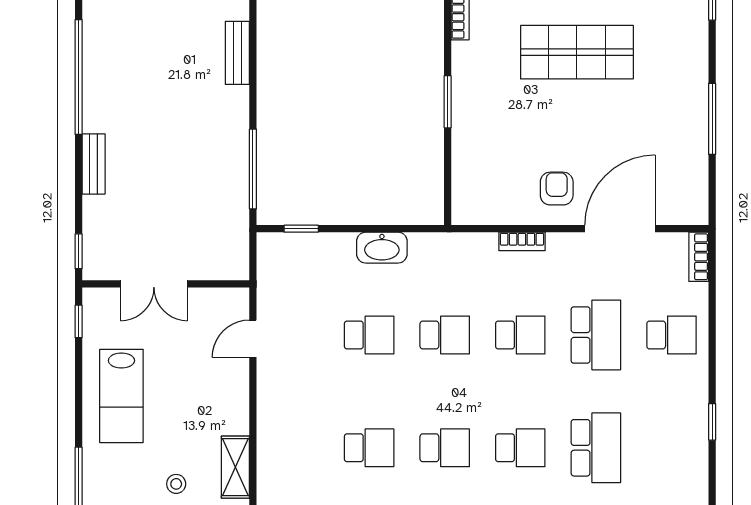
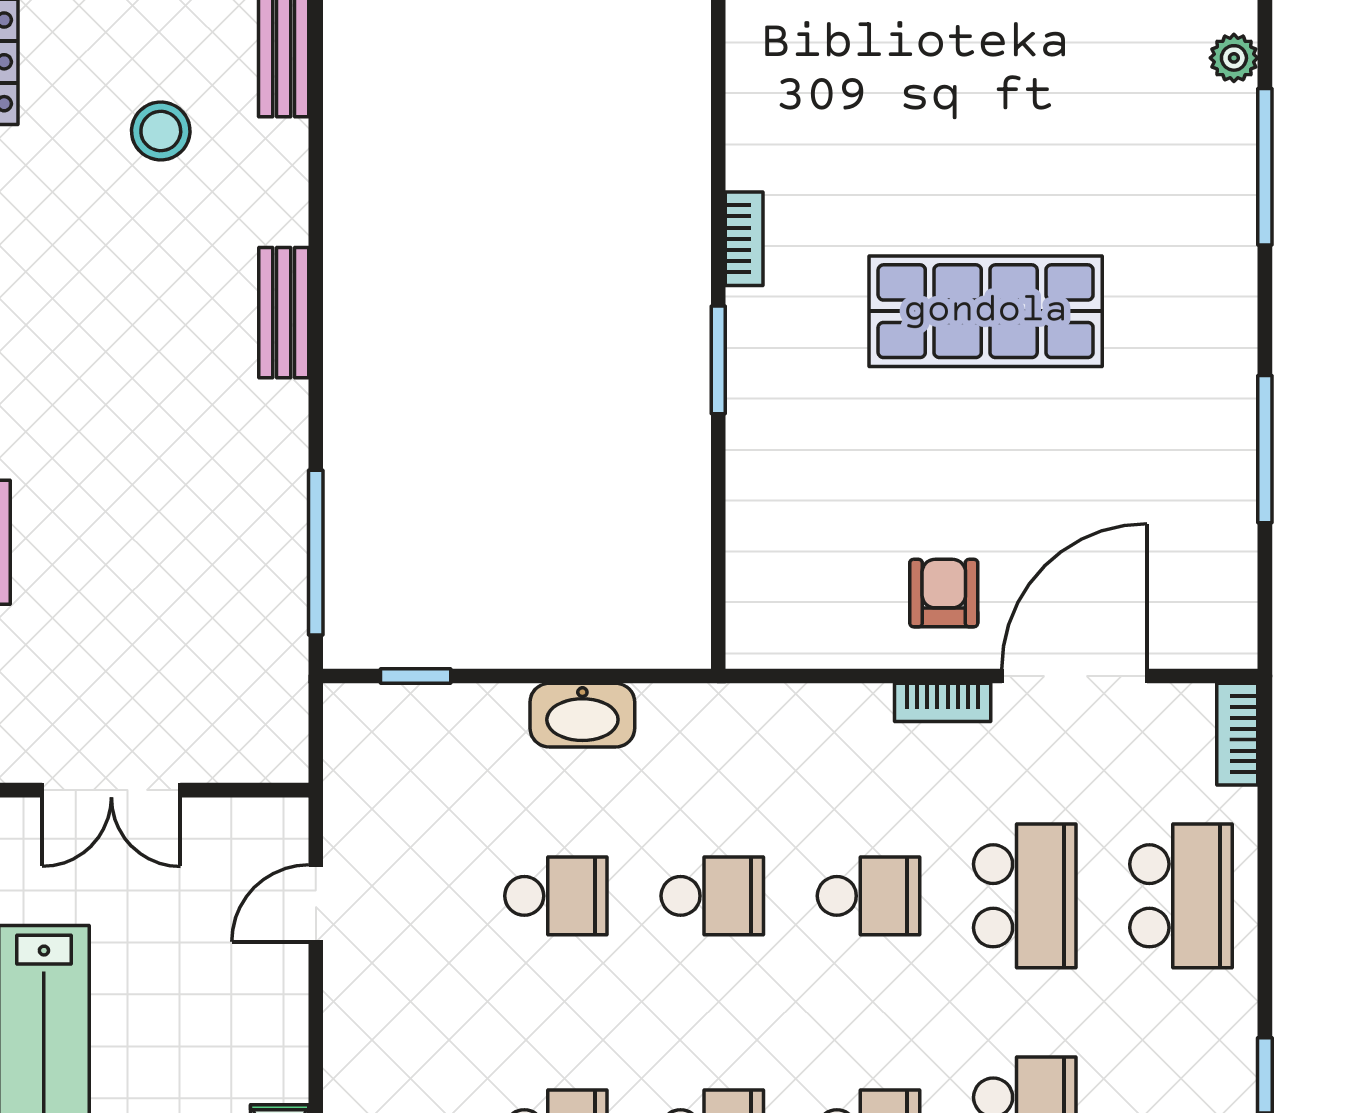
window: (448, 102) -> (718, 360), moved
bookcase: (522, 241) -> (943, 702), moved
school desk: (671, 335) -> (1181, 896), width x1.85

